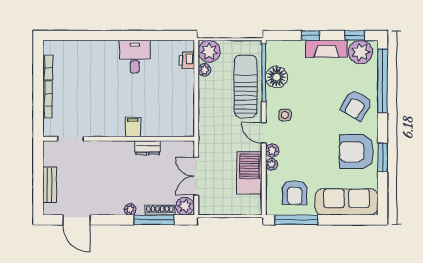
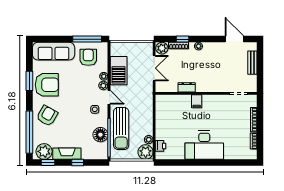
desk: (135, 57) -> (204, 145), width x1.87, depth x1.30
window: (154, 220) -> (182, 39), width x0.46

